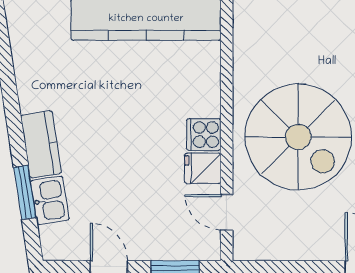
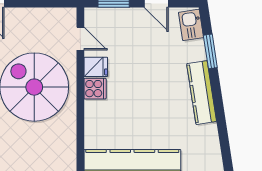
kitchen counter: (41, 144) -> (202, 93), width x1.50
kitchen sink: (50, 200) -> (191, 25), moved

